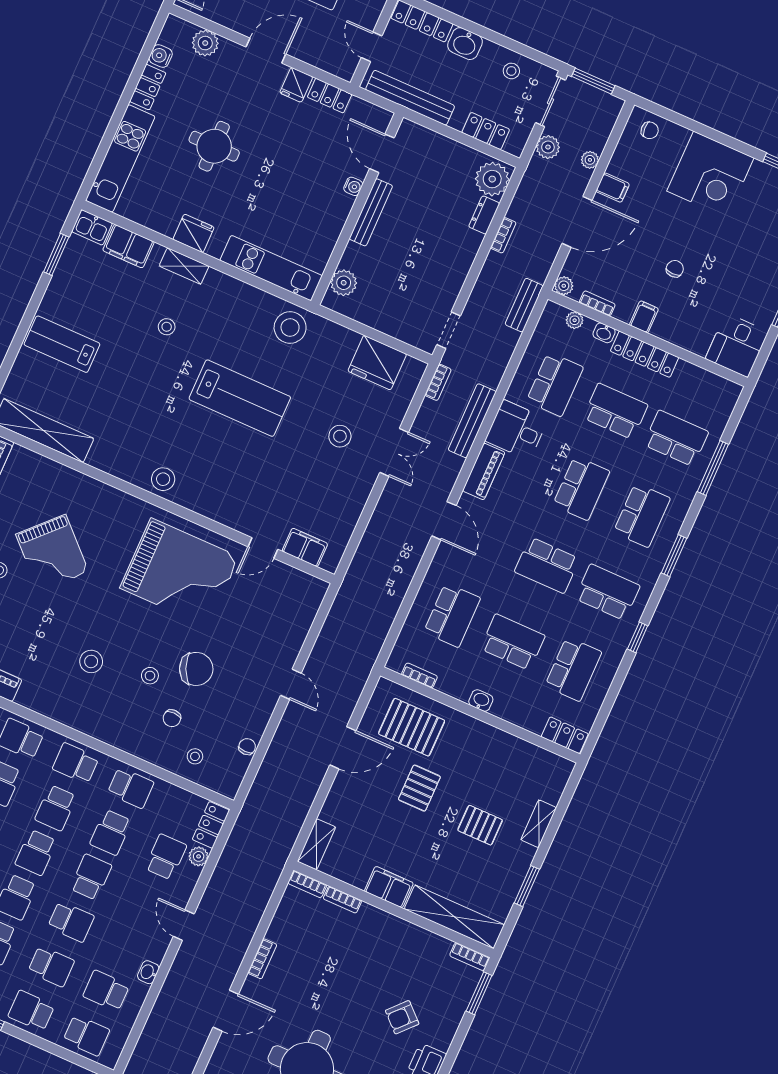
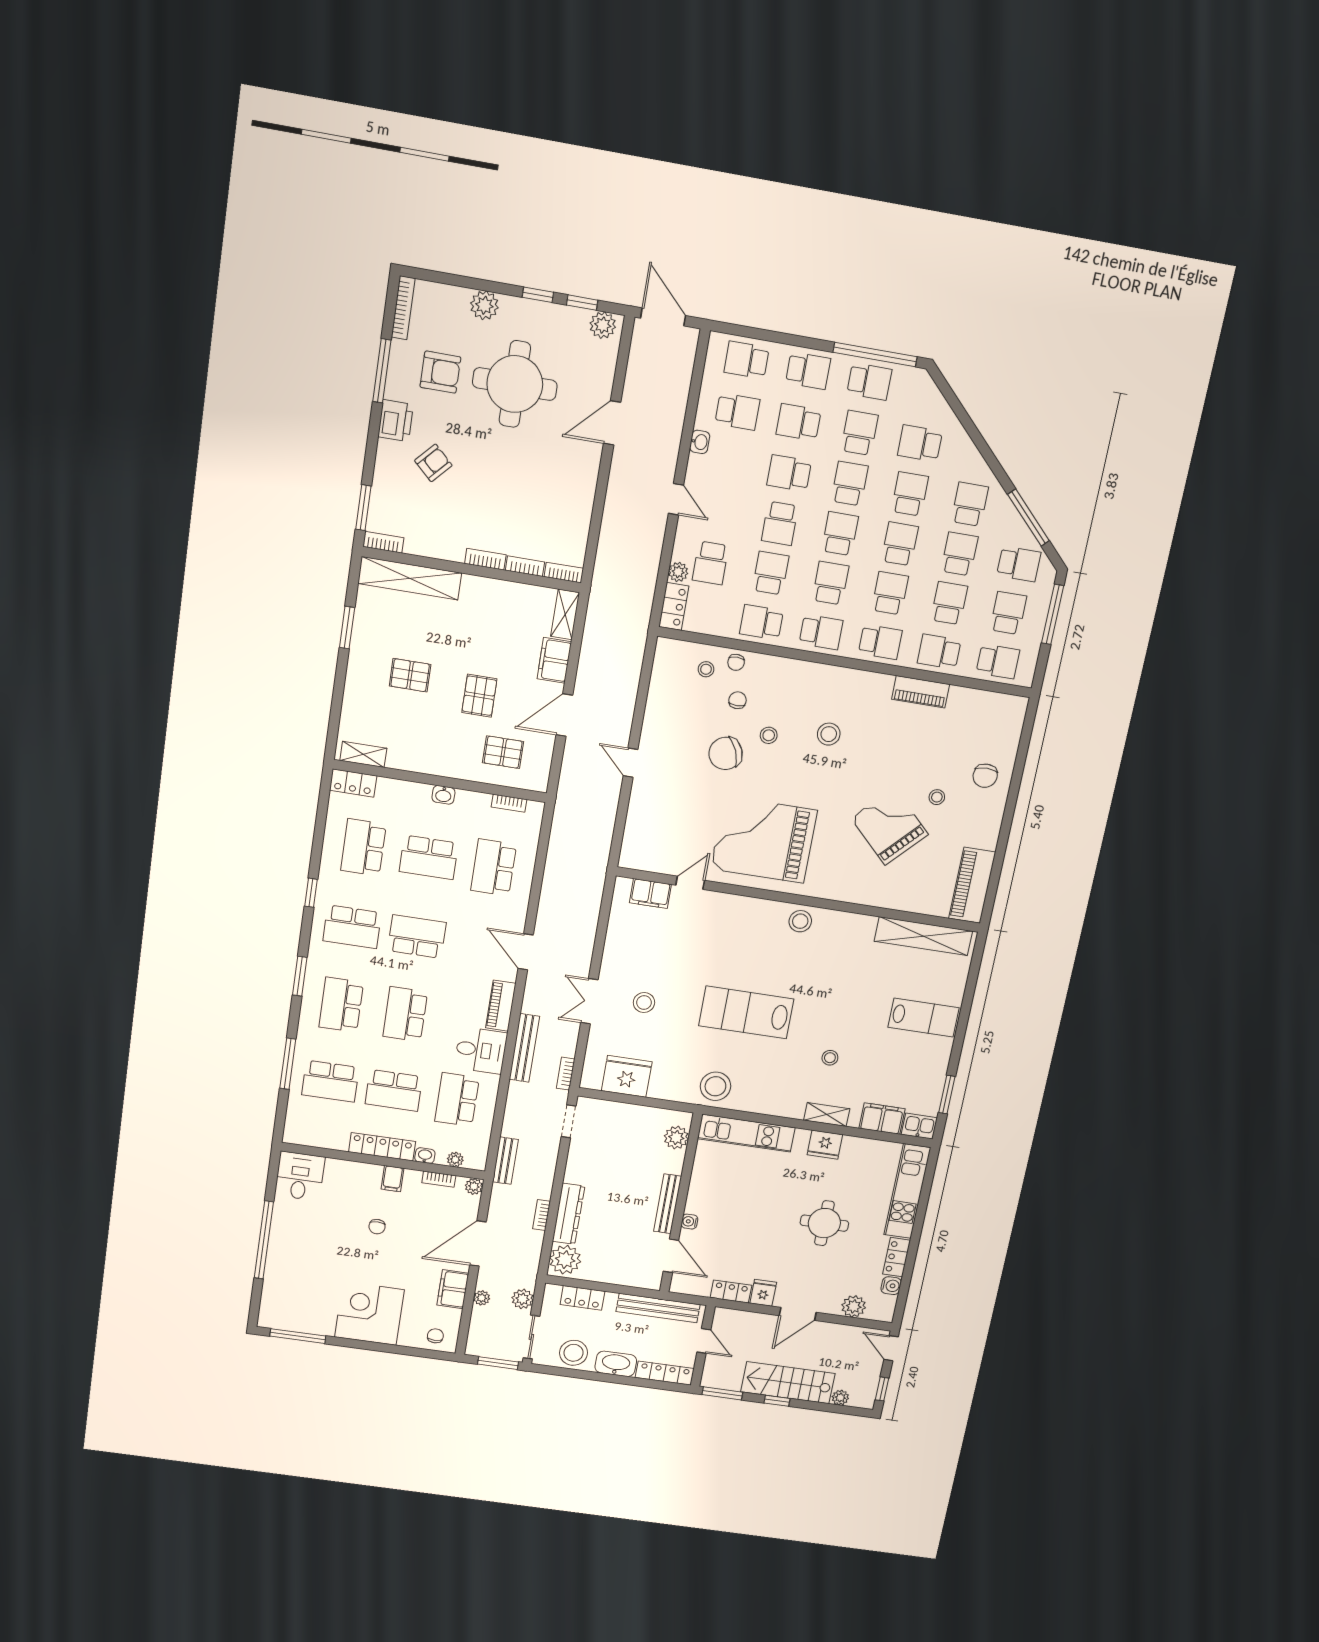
washbasin: (465, 44) -> (616, 1364), width x1.38
stool: (511, 71) -> (574, 1353), width x1.89, depth x1.89
chair: (650, 130) -> (435, 1336), turned 93
filing cabinet: (613, 188) -> (453, 1289), width x2.00
dresser: (484, 215) -> (569, 1214), width x1.96, depth x1.24
pallet: (412, 727) -> (503, 752), width x0.67, depth x0.71
chair: (247, 747) -> (736, 662), moved
shelving: (539, 824) -> (363, 754), moved, turned 90
filing cabinet: (389, 887) -> (554, 660), moved, turned 90
bookcase: (262, 959) -> (485, 559), moved, turned 90

